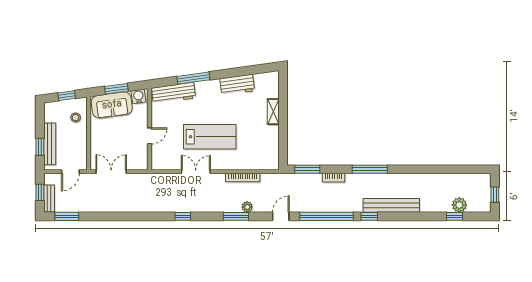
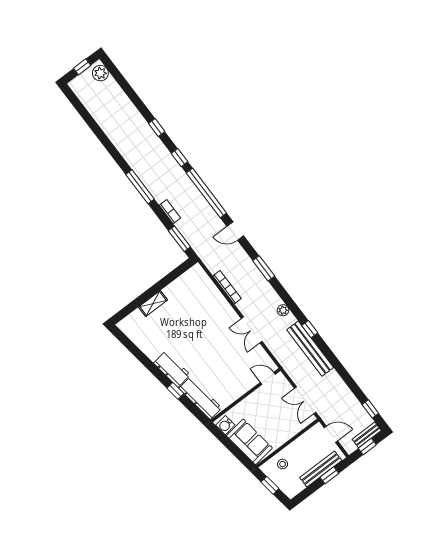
window: (193, 78) -> (175, 391), width x0.46
workbench: (237, 85) -> (172, 369), moved
window: (116, 89) -> (233, 448), removed
door: (150, 136) -> (268, 378), moved
lab bench: (210, 137) -> (214, 340), removed
bench: (391, 205) -> (310, 349), moved
plant: (459, 205) -> (100, 73), moved
plant: (247, 207) -> (283, 310), moved
window: (67, 216) -> (370, 409), width x0.67
window: (183, 216) -> (310, 329), moved
window: (454, 216) -> (157, 128), moved

